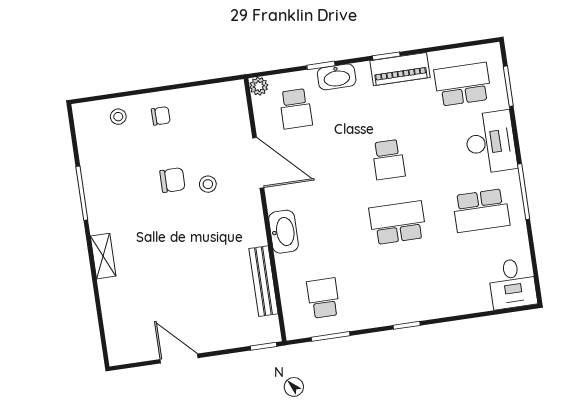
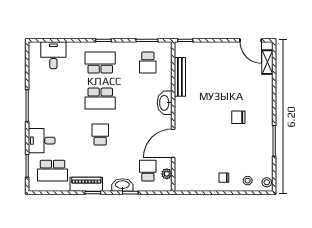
plant: (259, 86) -> (167, 174), moved
desk: (490, 142) -> (42, 141), width x0.73
door: (258, 163) -> (173, 143), hinge flipped
chair: (172, 180) -> (238, 117), moved
stool: (208, 184) -> (267, 182), moved
school desk: (481, 211) -> (100, 63), moved
shelving: (103, 256) -> (267, 62), moved
desk: (512, 283) -> (53, 55), moved
door: (179, 359) -> (251, 40), moved

